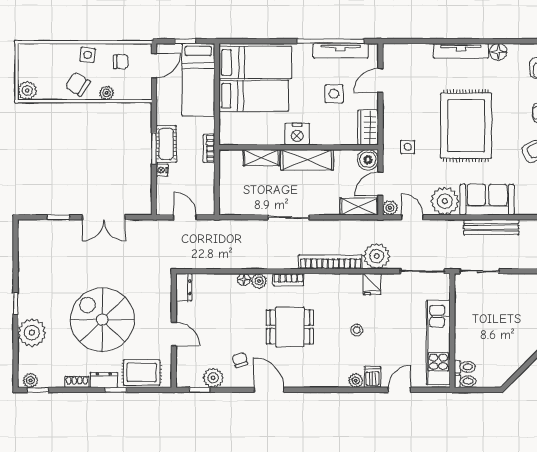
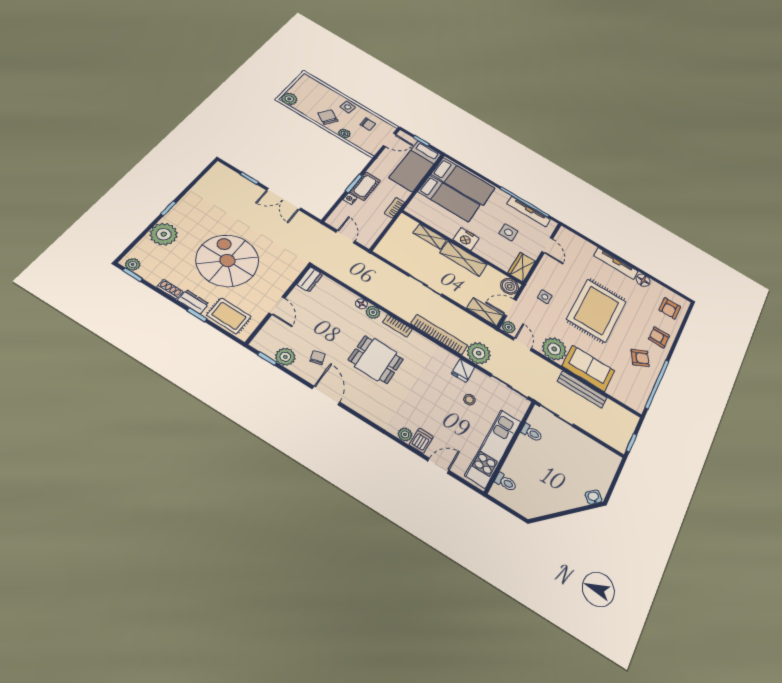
door: (380, 81) -> (547, 245), swing flipped
stool: (357, 330) -> (469, 400), moved
toilet: (465, 381) -> (532, 433), moved

